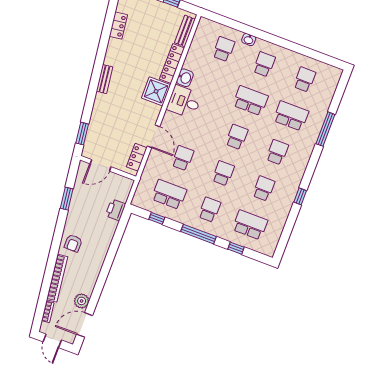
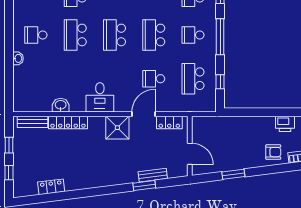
school desk: (224, 49) -> (36, 79), removed
washbasin: (185, 78) -> (61, 105), moved
bench: (104, 79) -> (153, 175), moved
shower: (156, 91) -> (117, 128), moved
window: (82, 134) -> (144, 185), moved
school desk: (237, 137) -> (114, 35), width x1.85
school desk: (223, 173) -> (154, 35), width x1.85
printer: (116, 210) -> (285, 124), moved

